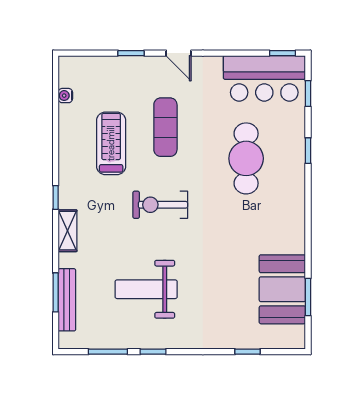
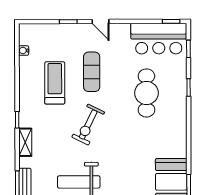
exercise bike: (160, 205) -> (88, 125), turned -64

